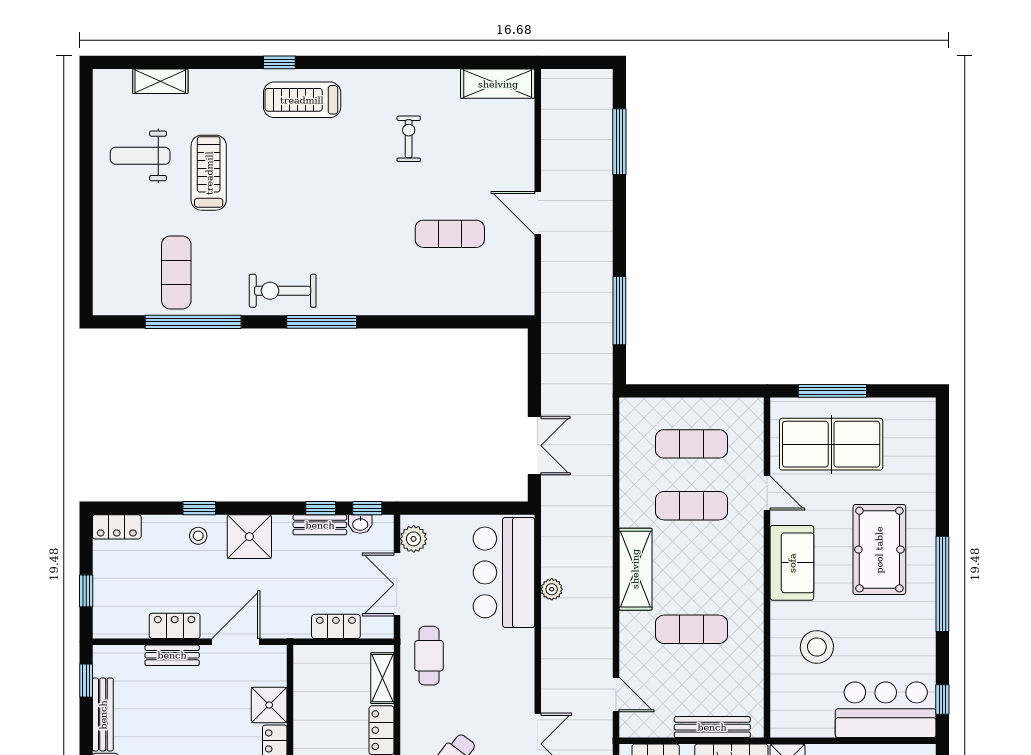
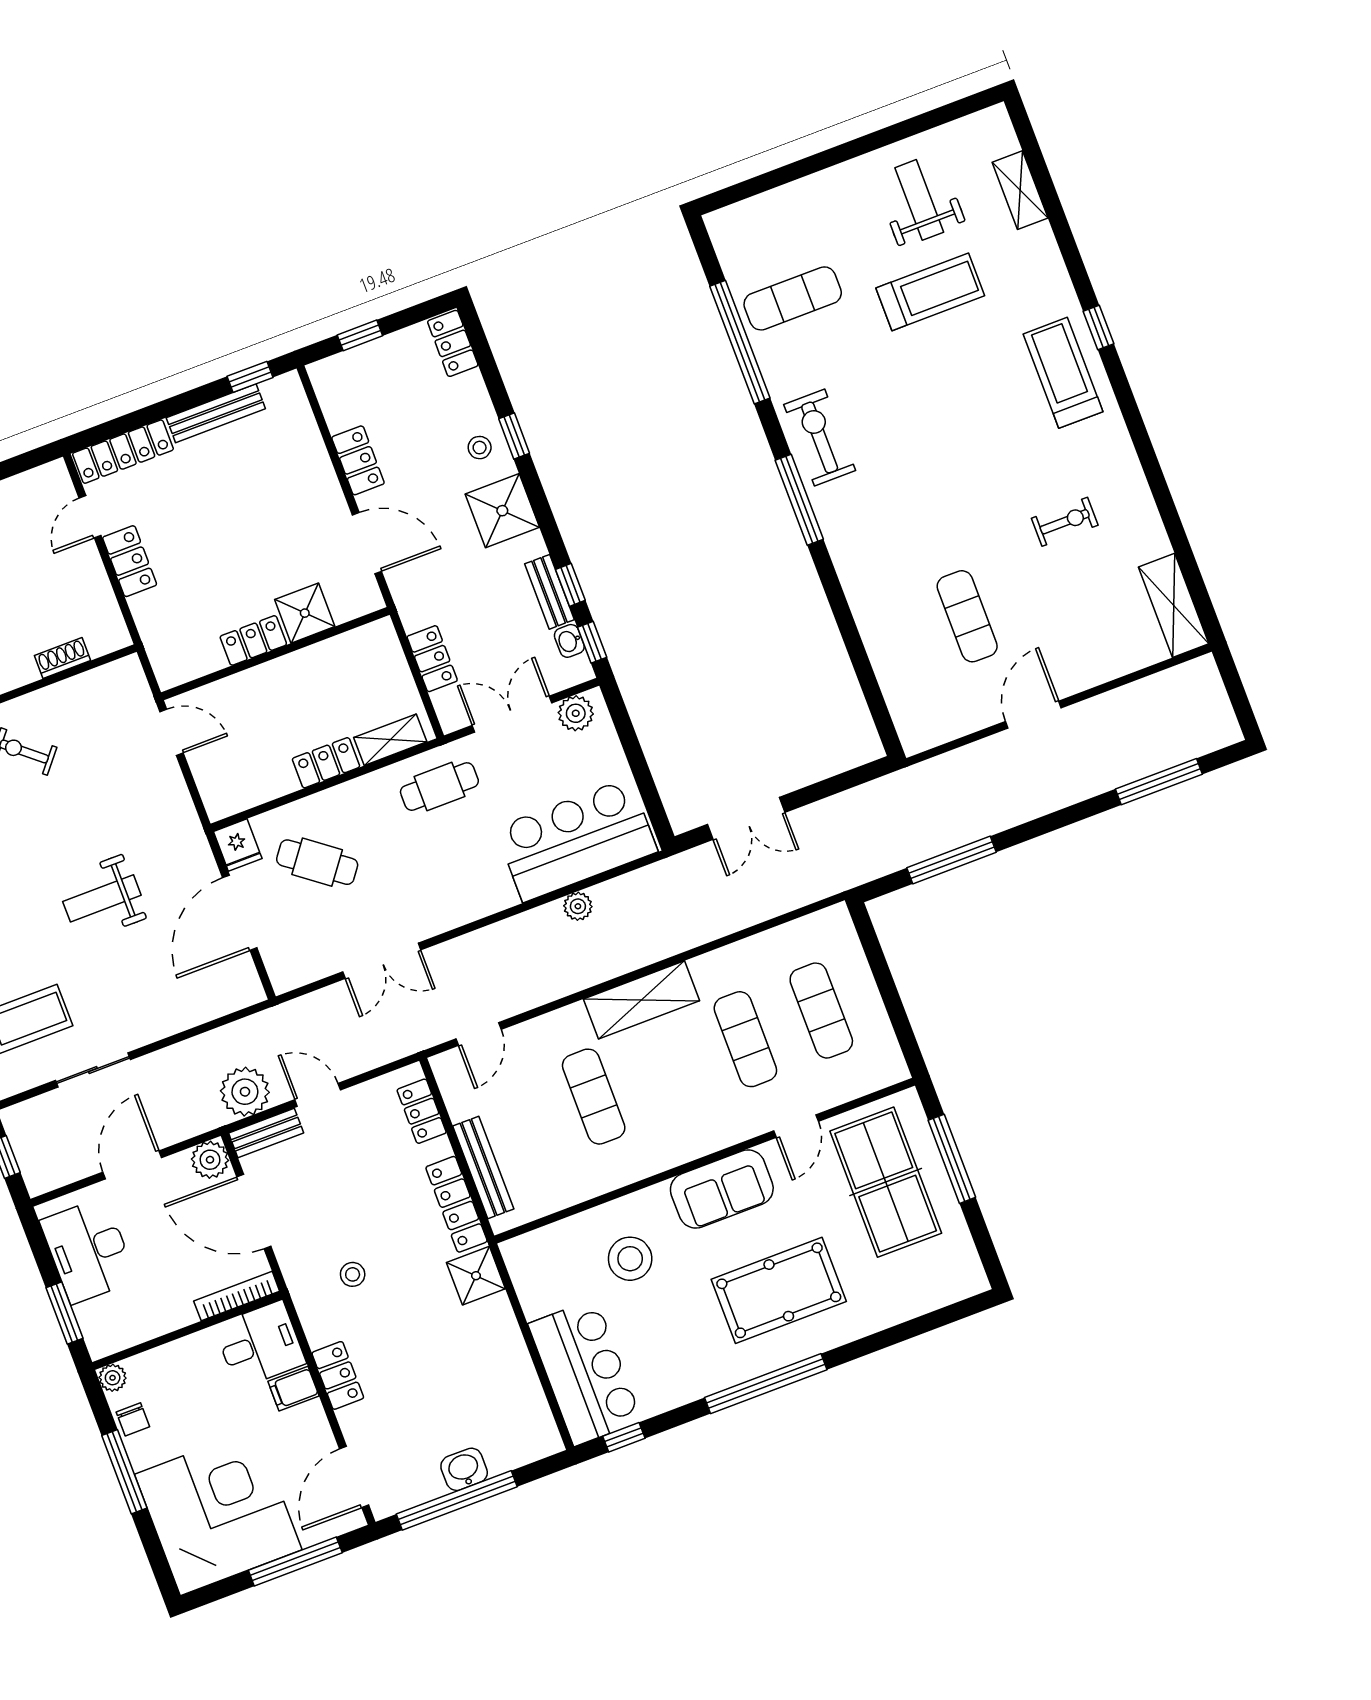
bench: (172, 655) -> (321, 471), removed

